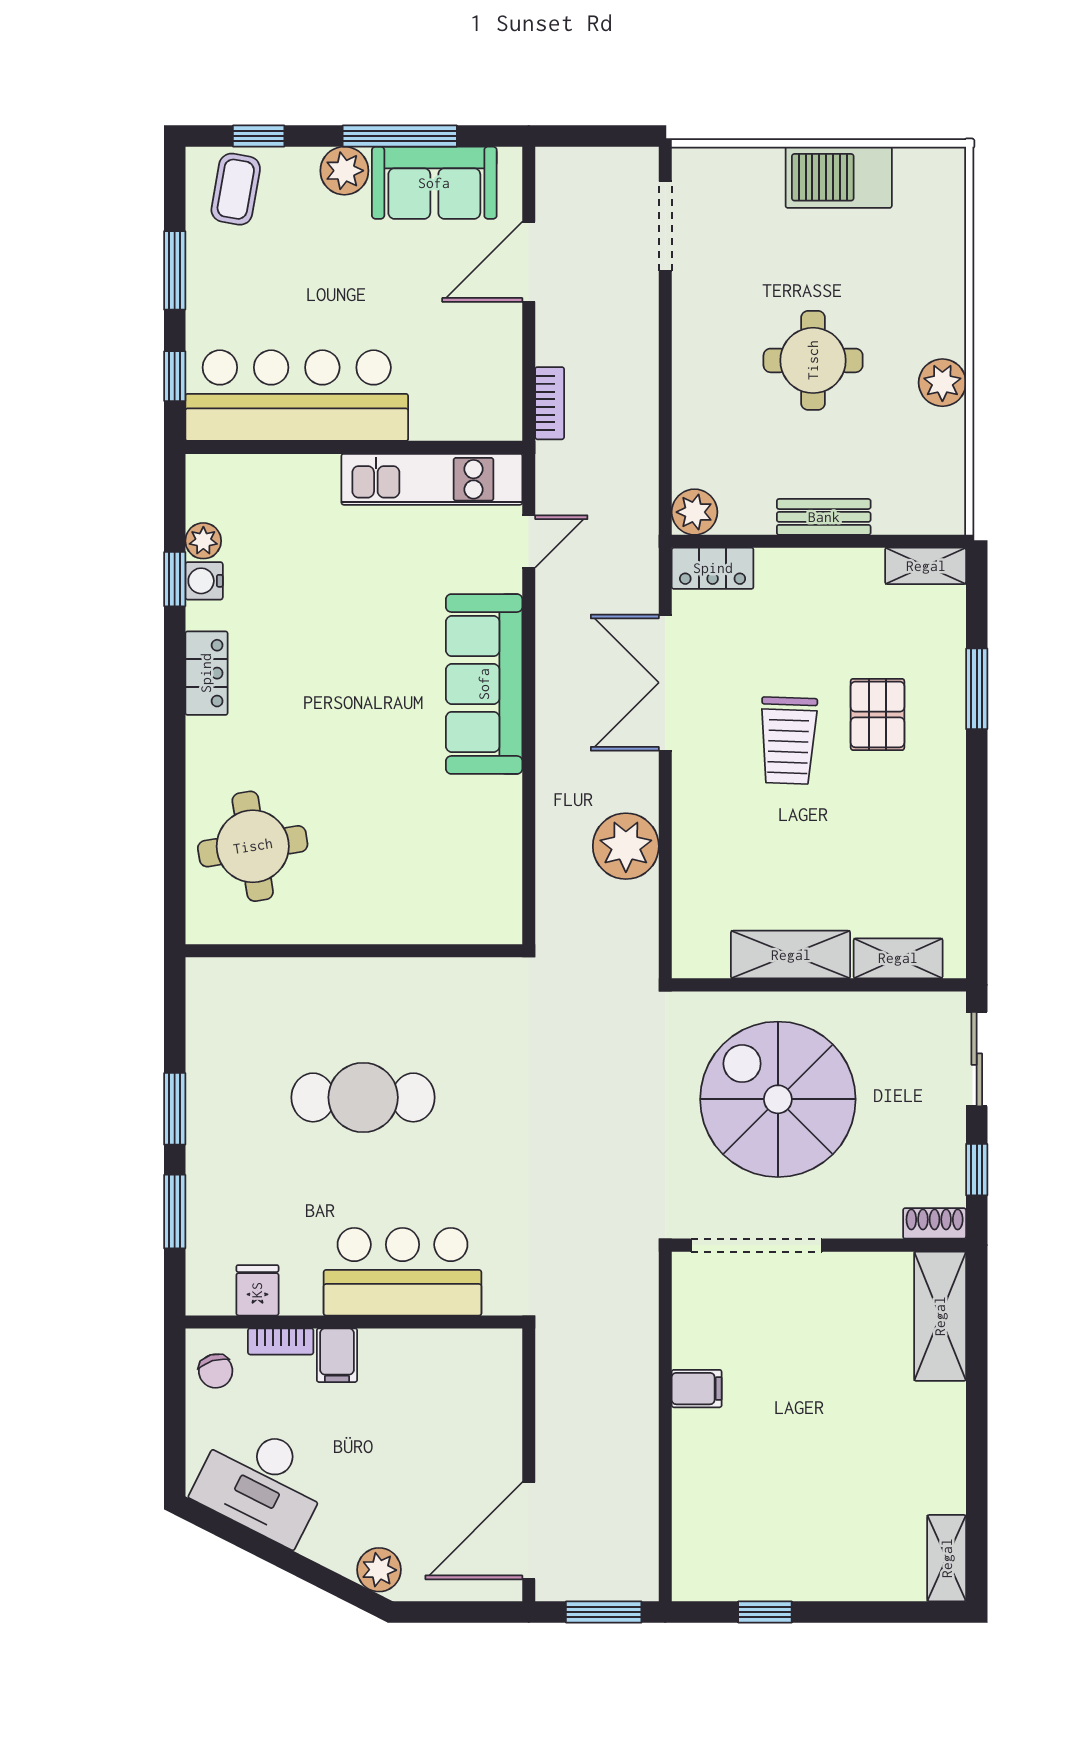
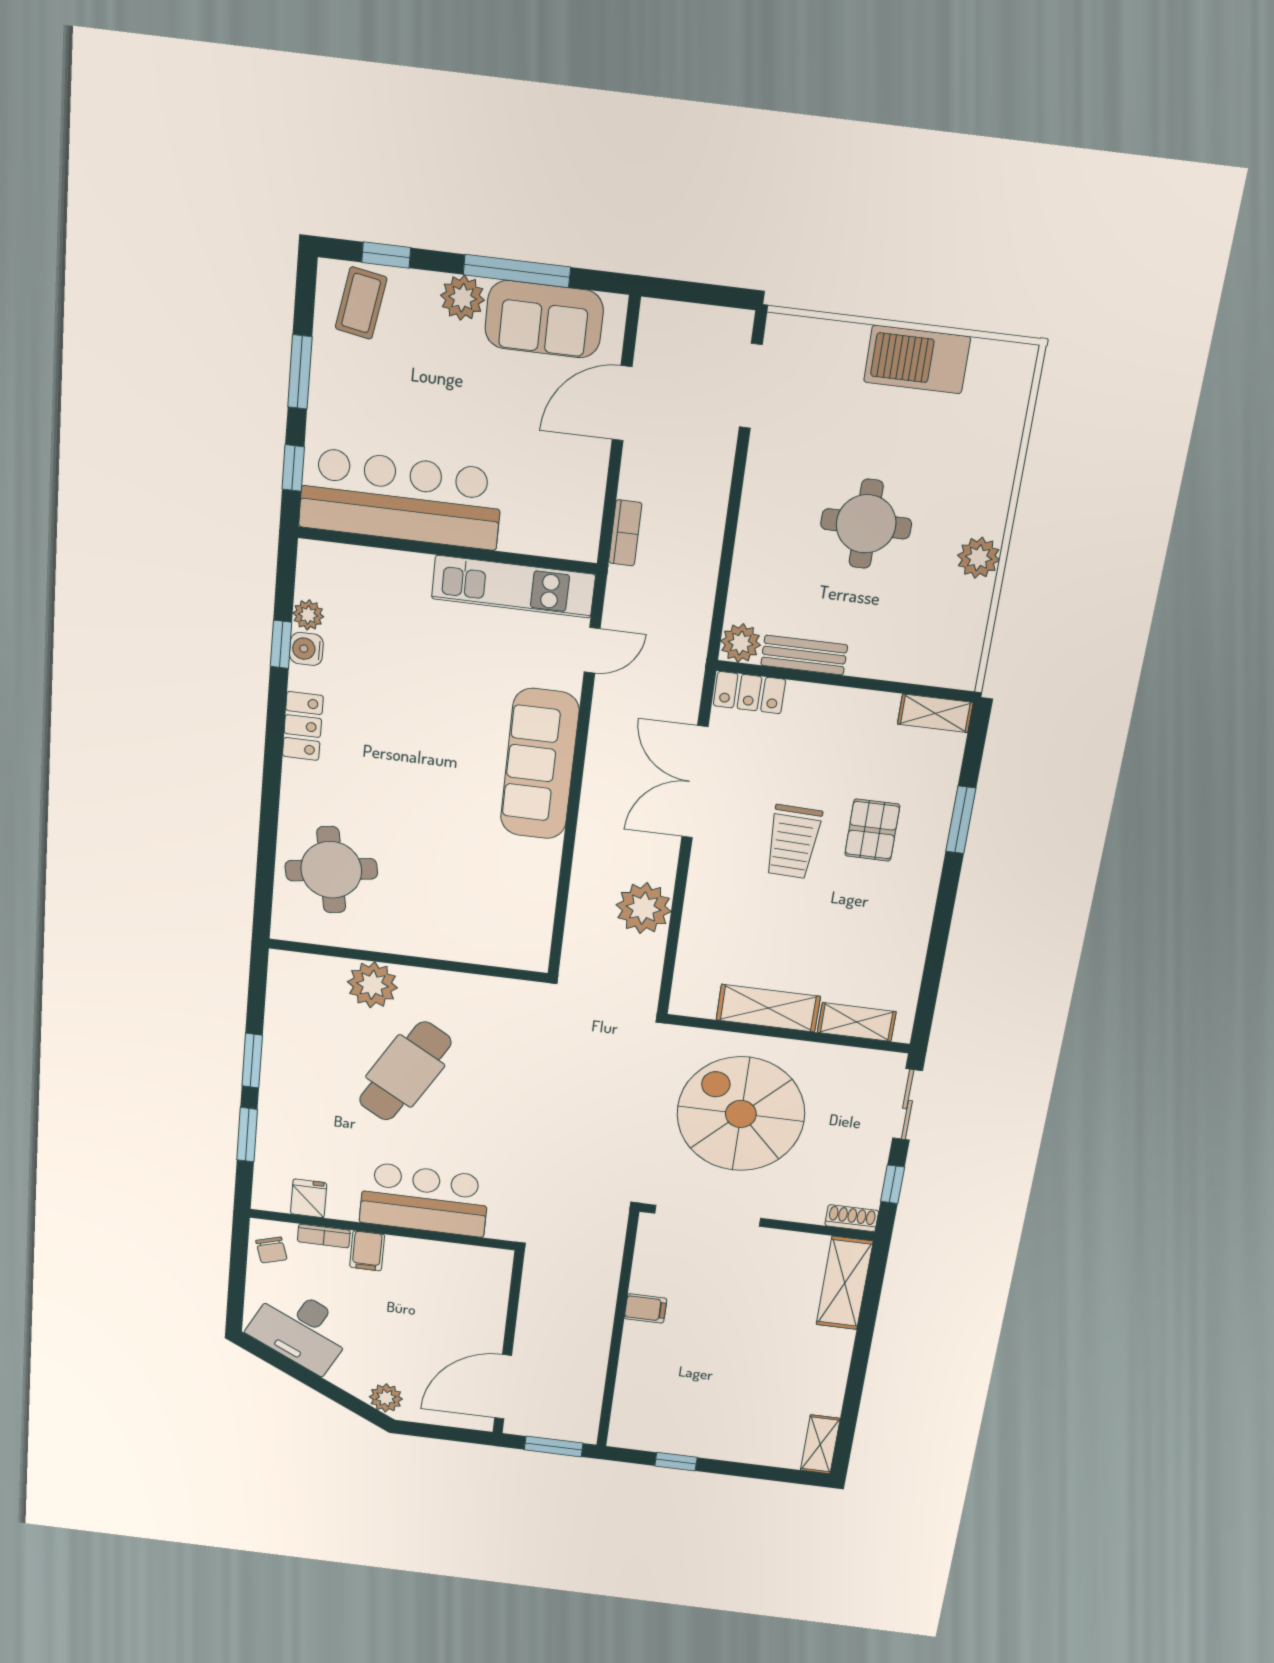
bench: (824, 517) -> (804, 655), moved
plant: (314, 988) -> (372, 985), added
cafe table: (363, 1097) -> (405, 1071), turned -60

